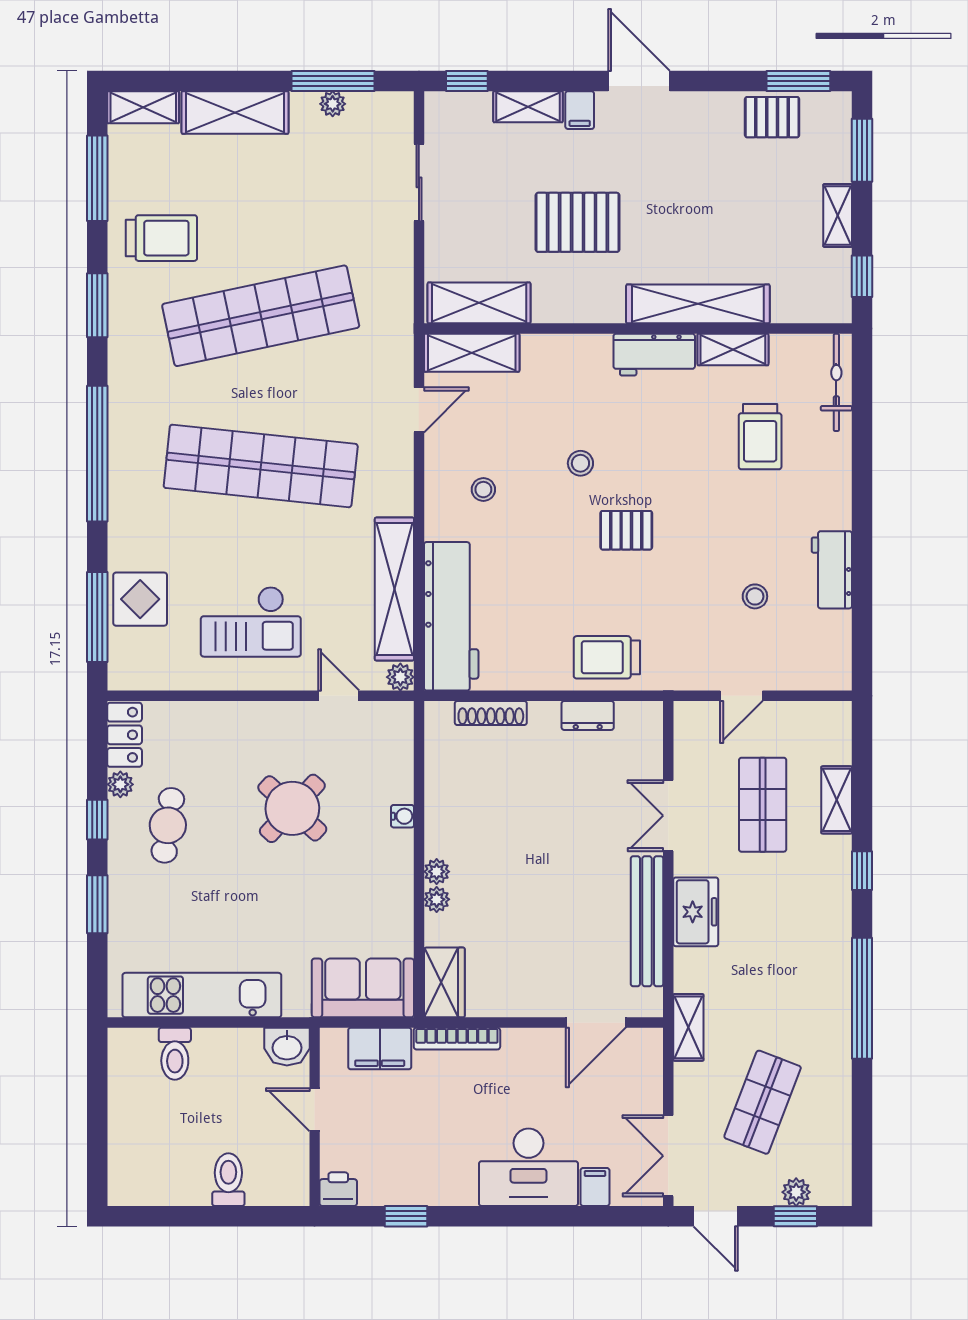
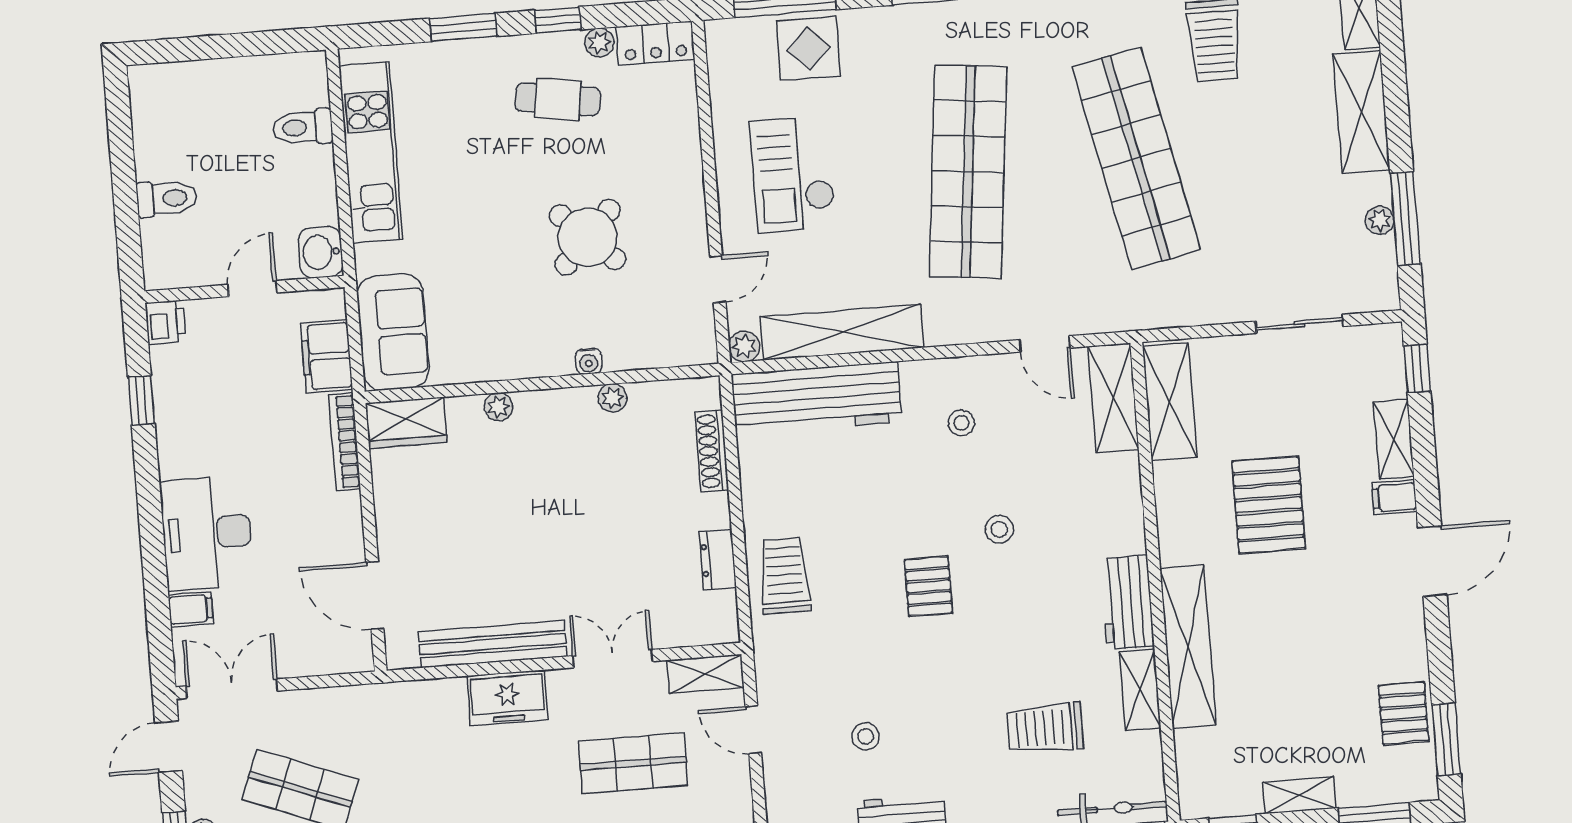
plant: (437, 872) -> (612, 398), moved
shelving: (688, 1027) -> (706, 674), moved

